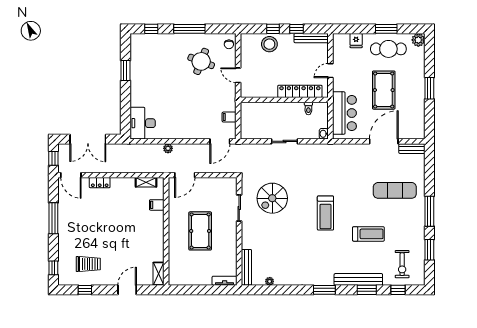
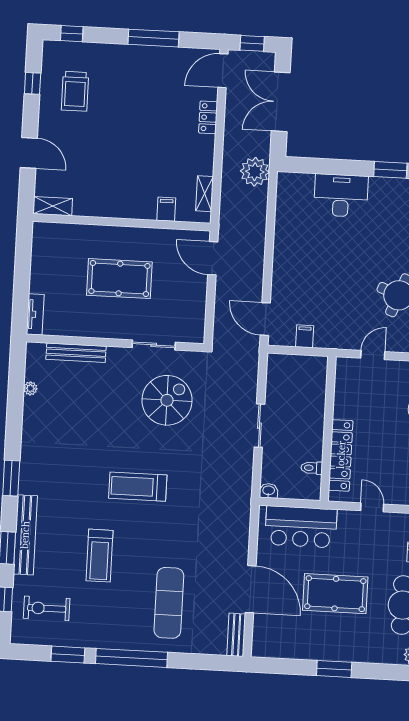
desk: (143, 123) -> (341, 195), moved
plant: (168, 148) -> (255, 172), moved, width x1.88, depth x1.88
spiral stairs: (272, 198) -> (167, 400), turned 90
window: (429, 211) -> (132, 658), width x1.46
bench: (246, 267) -> (76, 353), moved

